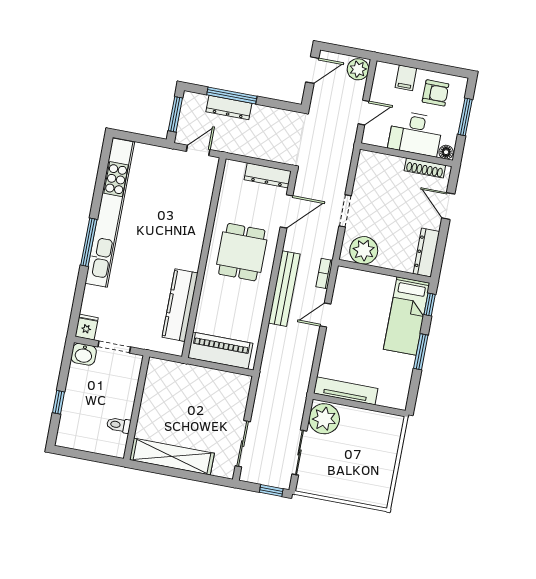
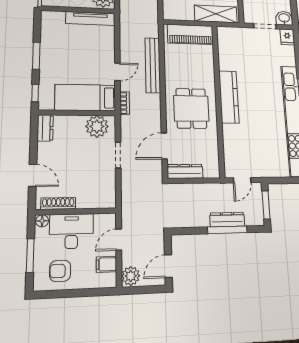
filing cabinet: (406, 78) -> (106, 264), moved, turned -90
dresser: (426, 253) -> (45, 128), width x0.70
bench: (284, 289) -> (153, 65), moved
kitchen counter: (180, 305) -> (229, 97), moved
bed: (407, 316) -> (85, 98), moved, turned -90
shelving: (179, 374) -> (216, 14), added

